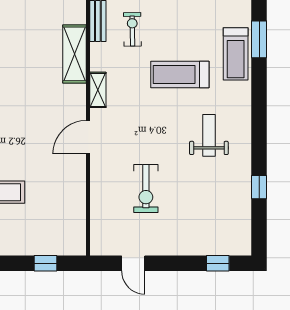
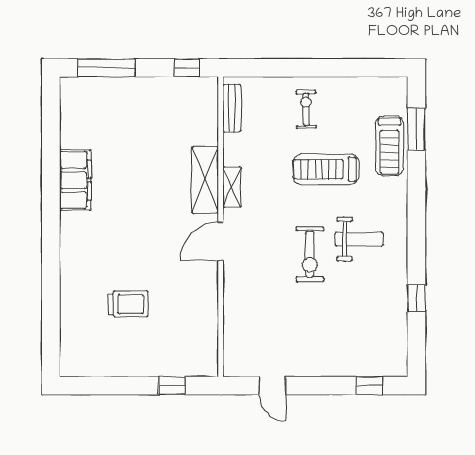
exercise bike: (132, 29) -> (306, 109), moved
shelving: (75, 54) -> (205, 180), moved
weight bench: (209, 135) -> (359, 239), turned 90
exercise bike: (146, 188) -> (310, 254), moved

